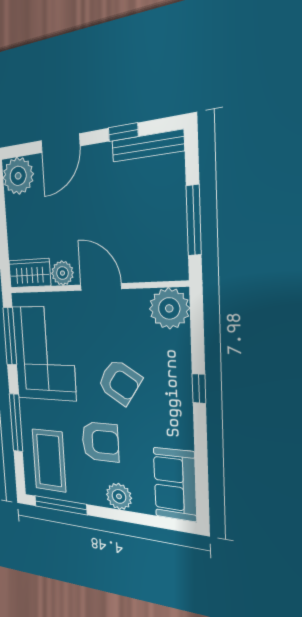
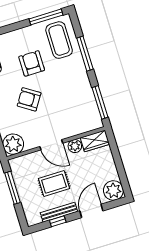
bench: (147, 146) -> (59, 212), moved
rug: (113, 211) -> (54, 184), added
corner sofa: (44, 353) -> (76, 100), removed
armchair: (100, 442) -> (32, 63), turned 90
plant: (119, 496) -> (14, 38), removed

